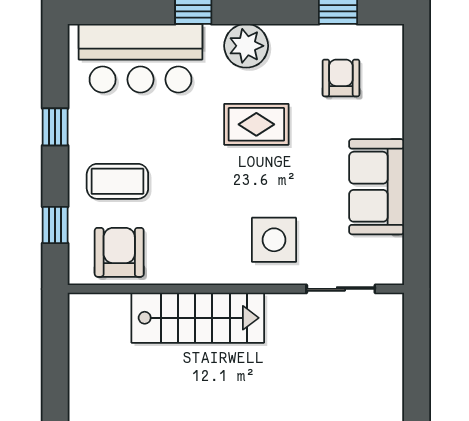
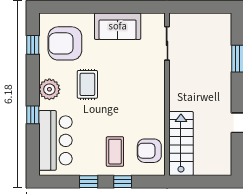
armchair: (341, 78) -> (65, 43), width x1.88, depth x1.88
window: (55, 225) -> (123, 182), moved
side table: (274, 240) -> (143, 76), removed
stairs: (198, 318) -> (181, 144), moved

